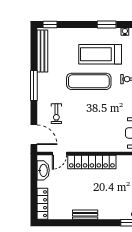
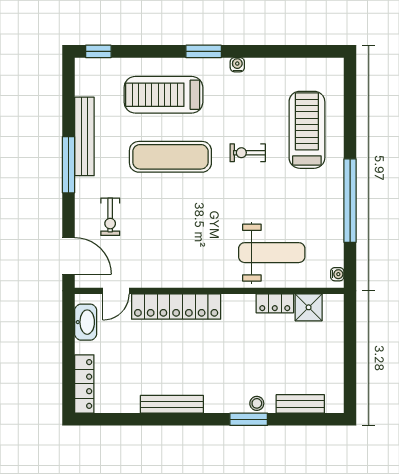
bench: (42, 51) -> (84, 136), moved
treadmill: (100, 54) -> (163, 95), moved
bench: (85, 215) -> (172, 404), width x1.36

